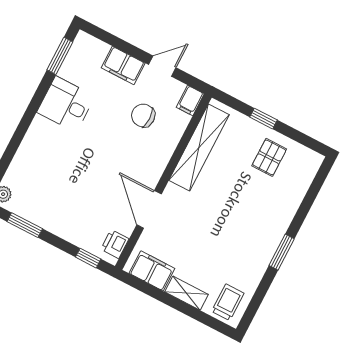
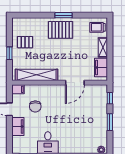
window: (25, 225) -> (110, 122), moved
pallet: (258, 233) -> (60, 30), added
printer: (115, 244) -> (98, 90), removed

